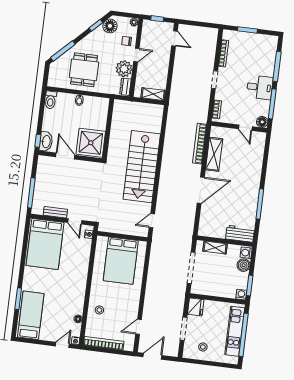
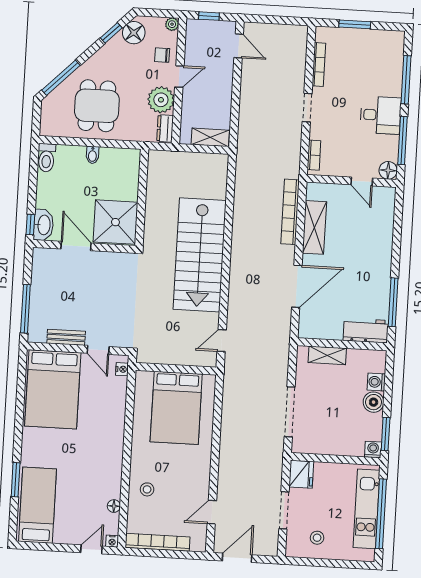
workbench: (240, 234) -> (366, 331), moved
wall: (225, 241) -> (342, 344), moved
shelving: (215, 248) -> (327, 355), moved

